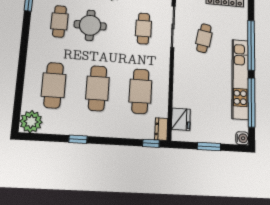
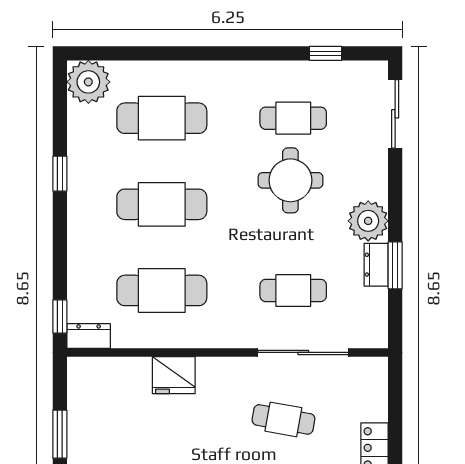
fridge: (181, 119) -> (174, 375), moved

